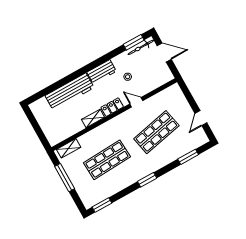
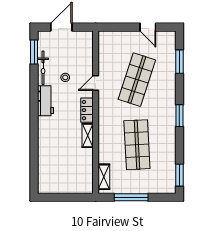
bicycle: (141, 47) -> (43, 68), moved
workbench: (70, 92) -> (48, 144), removed
shop shelf: (156, 132) -> (137, 80), turned 30

